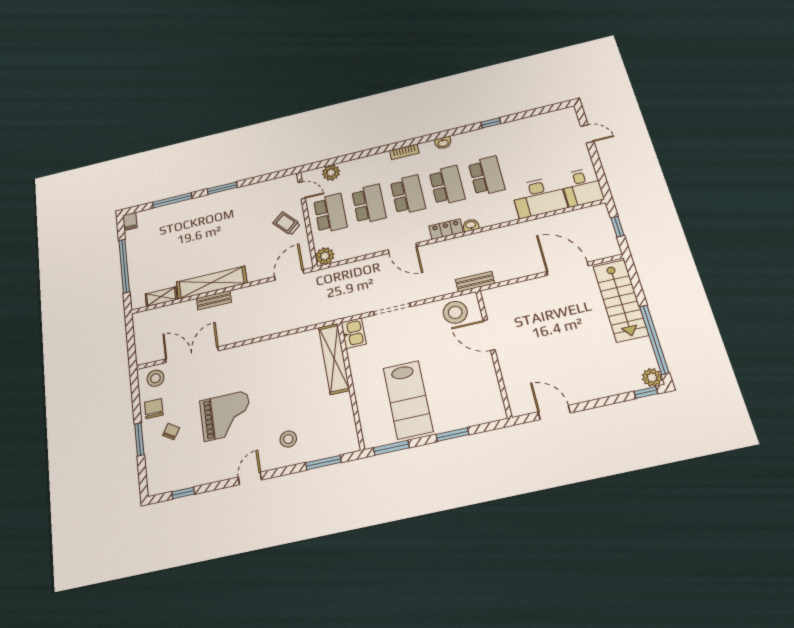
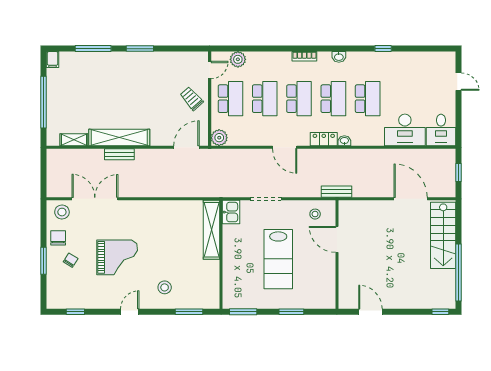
door: (302, 190) -> (210, 70), hinge flipped
stool: (455, 312) -> (315, 214), width x0.53, depth x0.53
plant: (652, 377) -> (448, 301), removed
lab bench: (408, 400) -> (278, 259), moved

